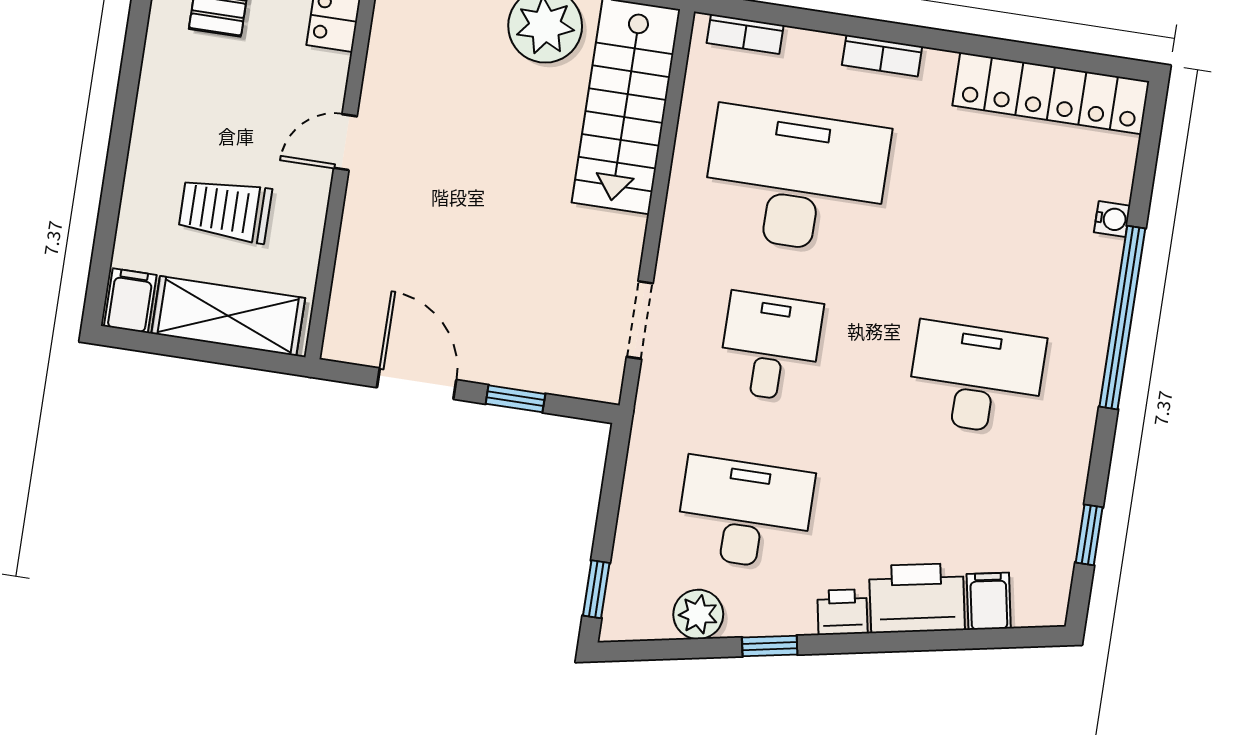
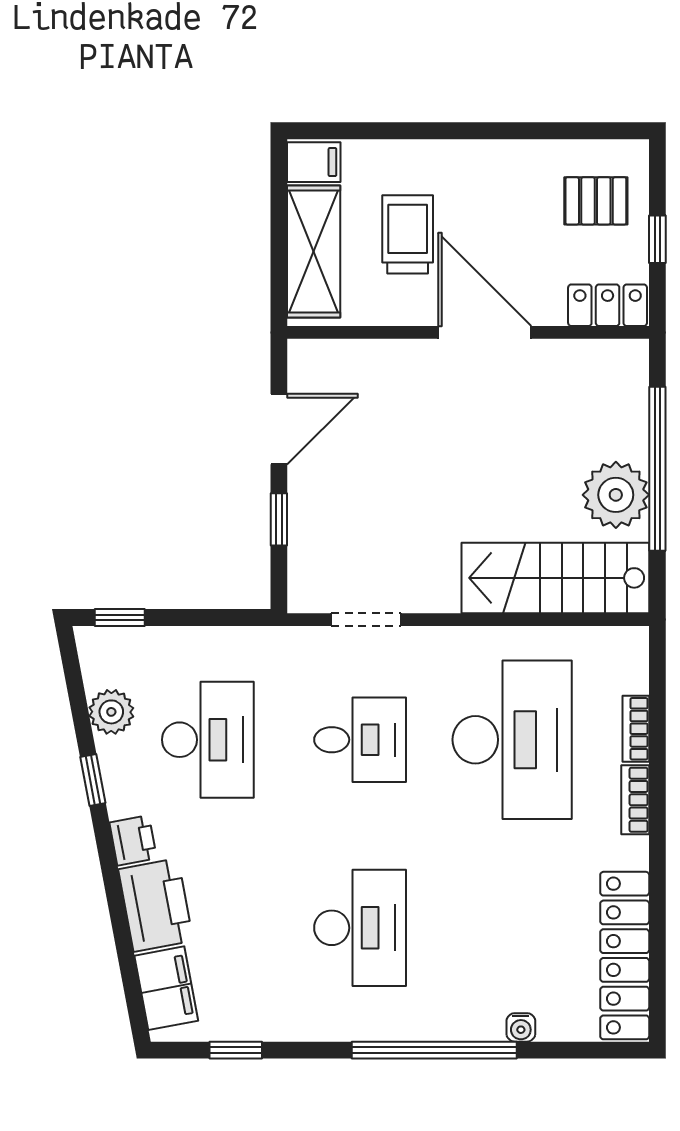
bookcase: (745, 34) -> (636, 729), moved
door: (345, 142) -> (485, 332), width x1.88
filing cabinet: (989, 601) -> (166, 988), width x2.00

